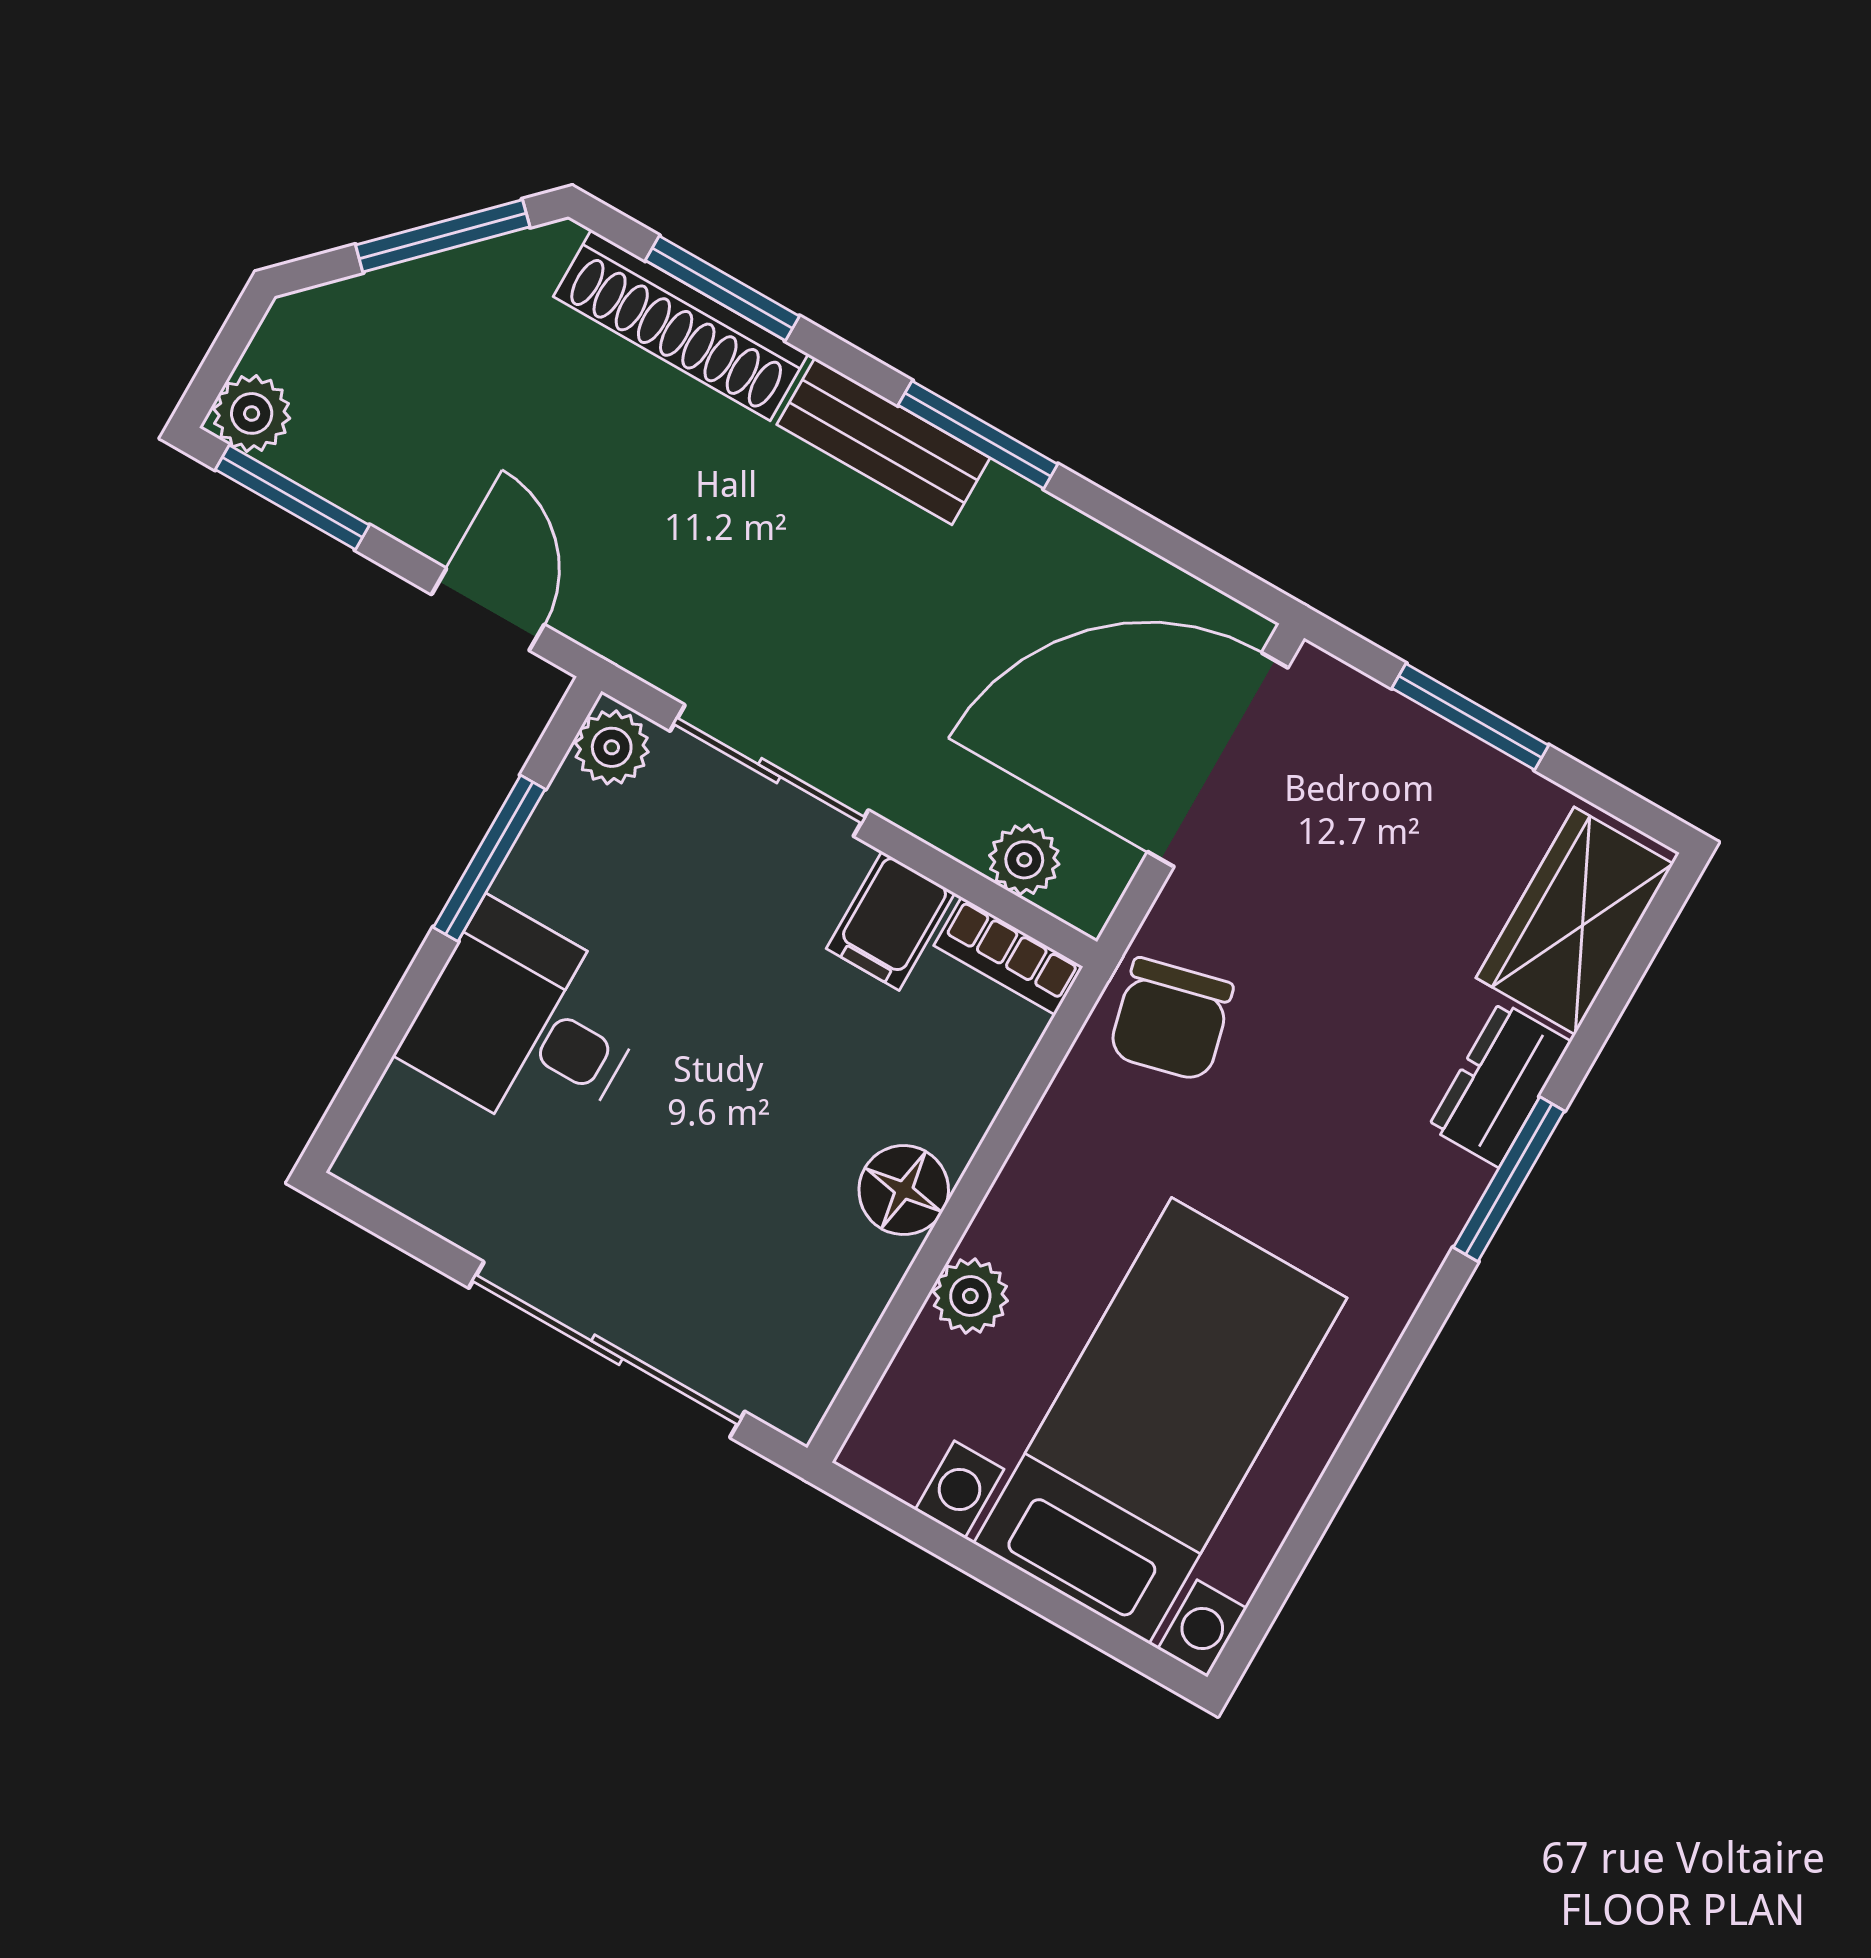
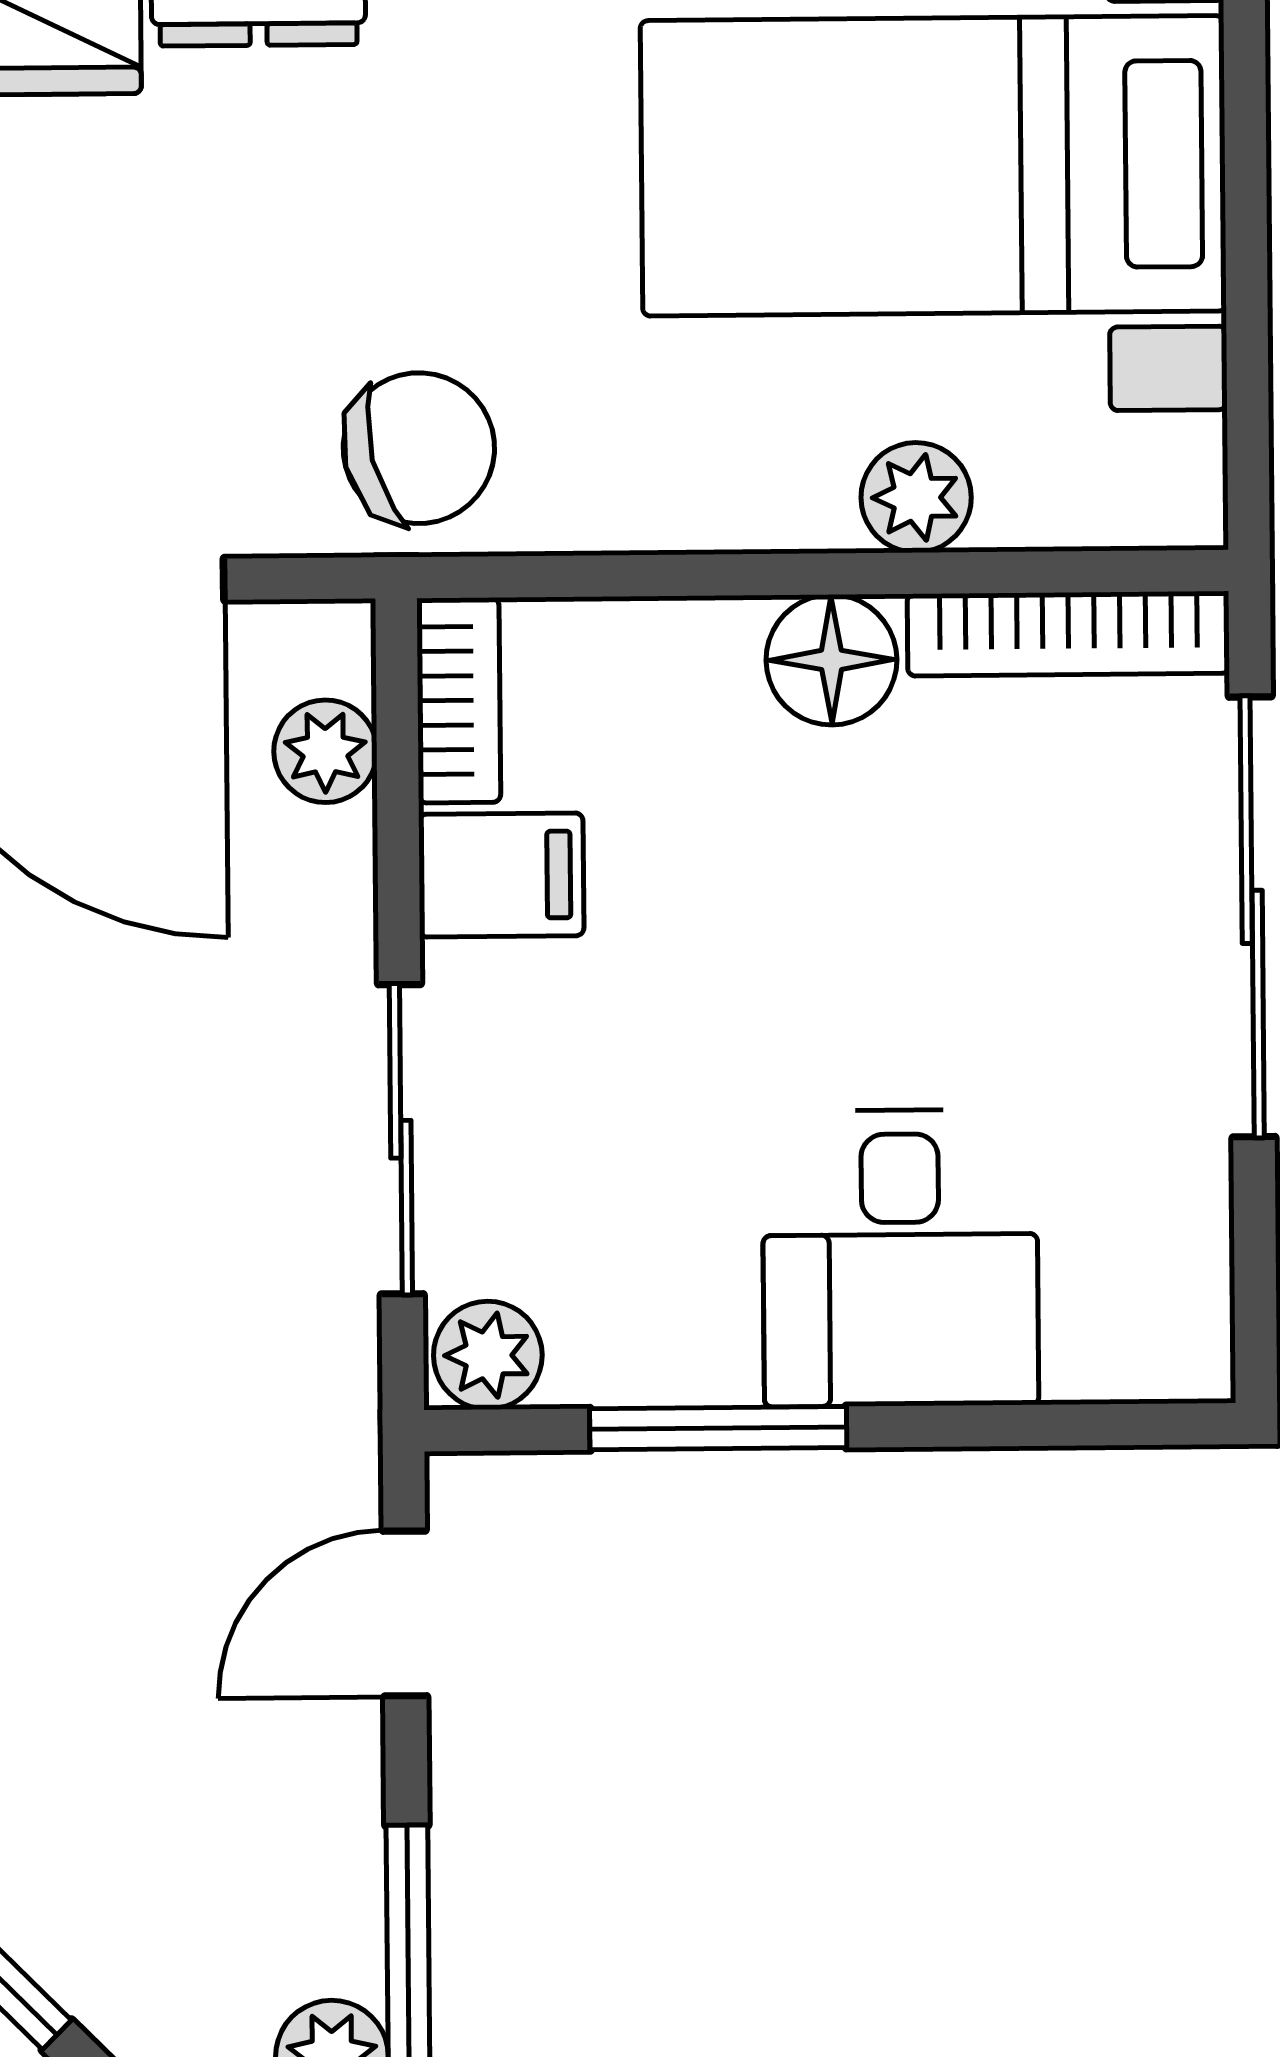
bookcase: (837, 1339) -> (1068, 634), added

